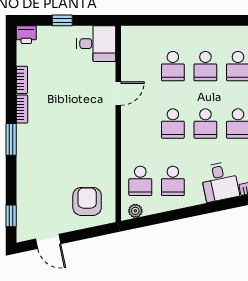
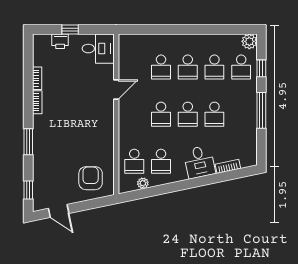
printer: (26, 35) -> (60, 41), moved
window: (11, 139) -> (28, 142), moved
plant: (135, 211) -> (143, 183), moved

